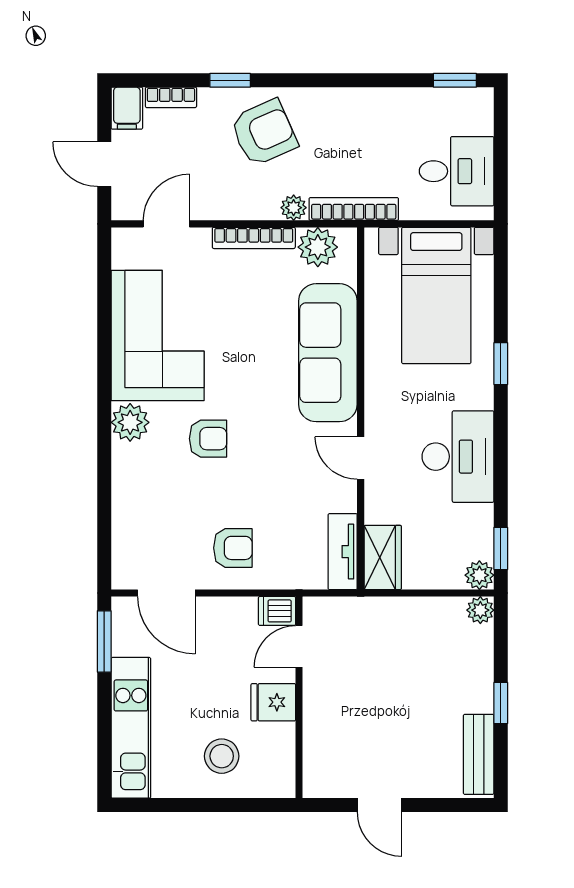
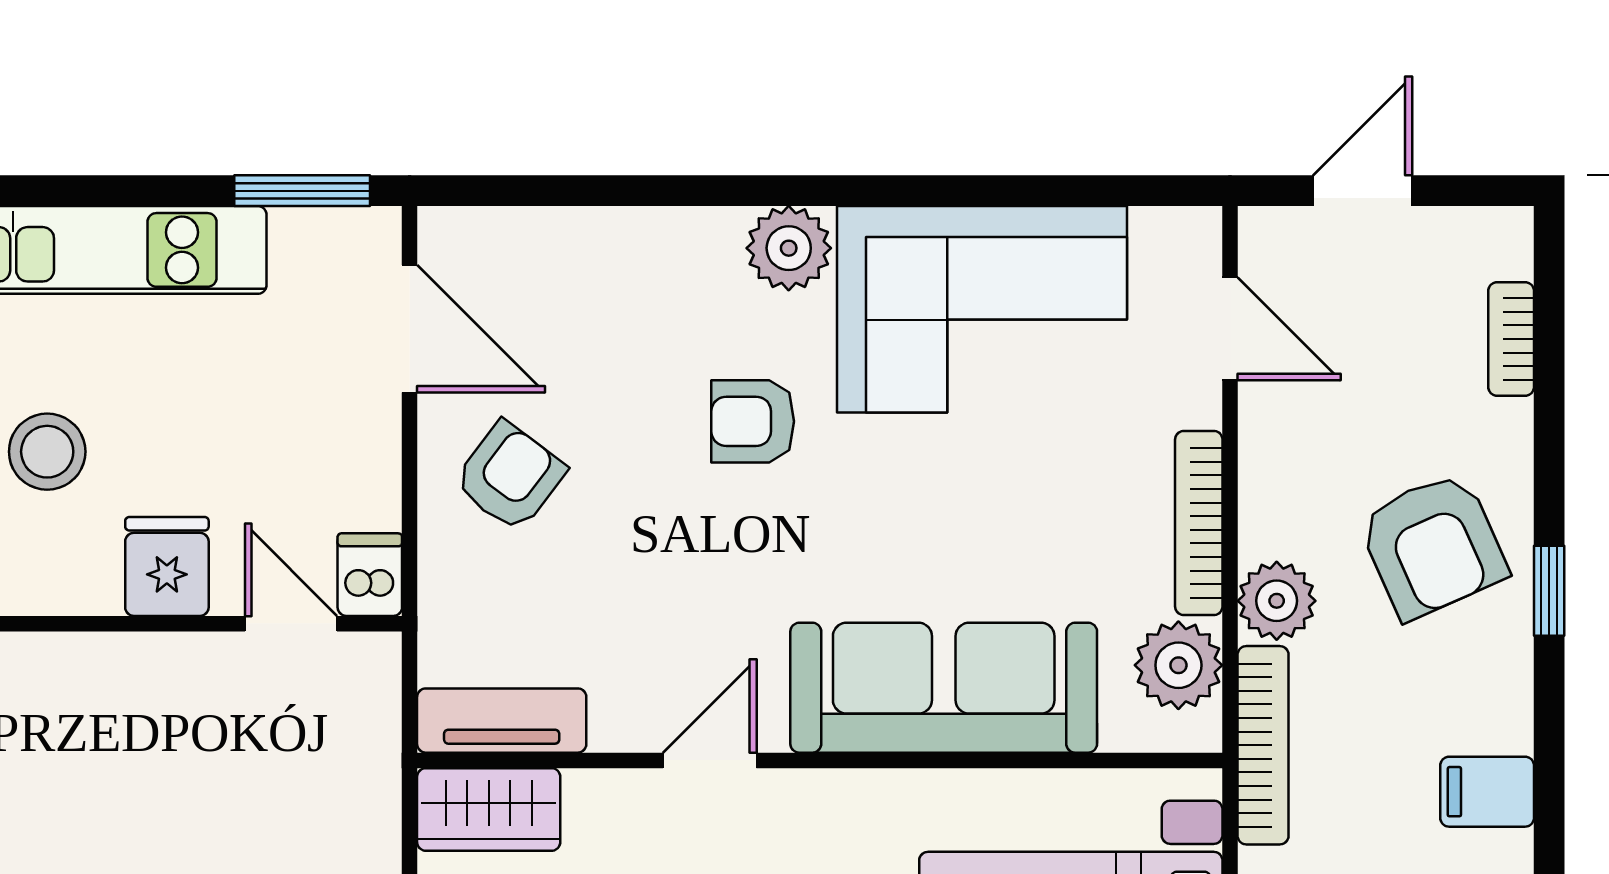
window: (230, 80) -> (1549, 591), moved
filing cabinet: (127, 108) -> (1487, 792), moved
plant: (294, 208) -> (1277, 601), width x1.38, depth x1.38
armchair: (208, 439) -> (753, 421), turned 90
armchair: (233, 548) -> (510, 476), turned -143
door: (166, 593) -> (410, 329), swing flipped

